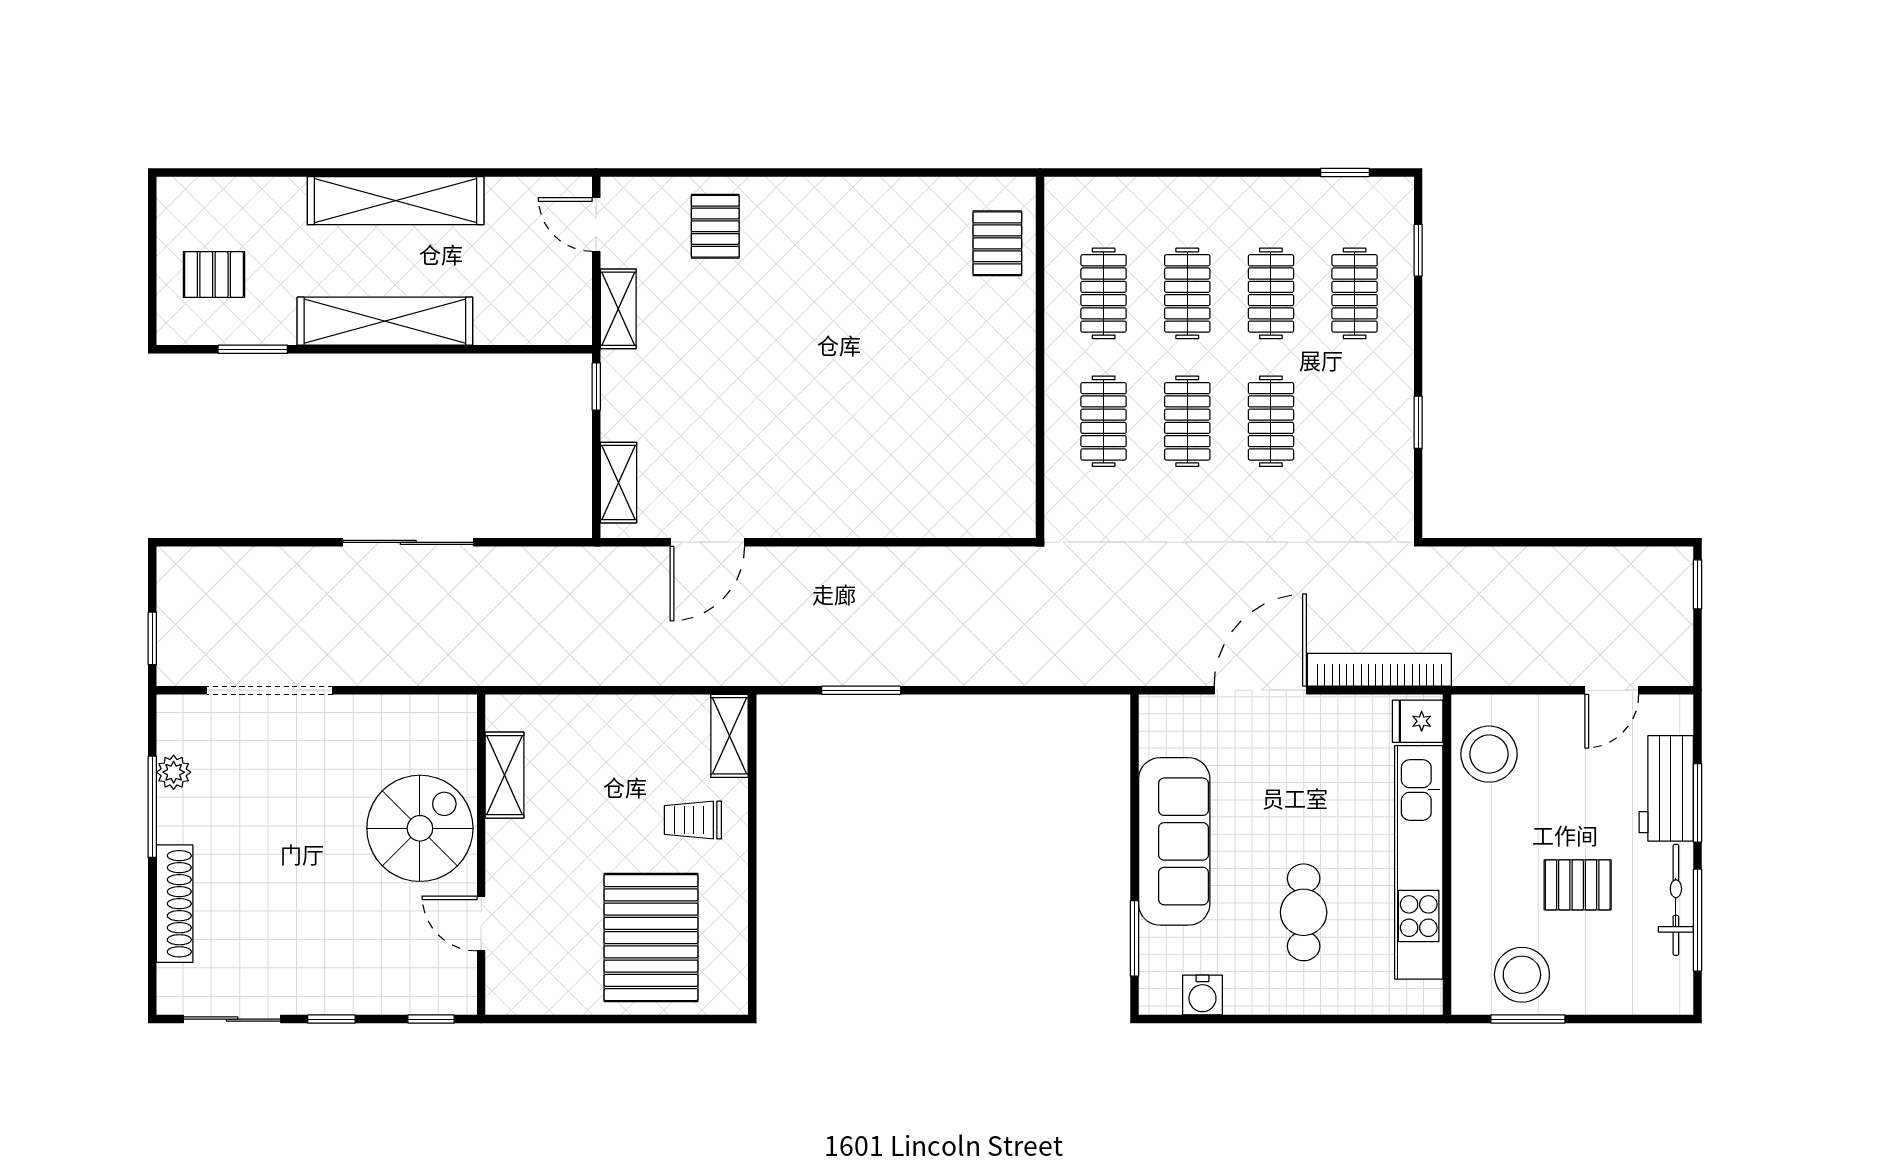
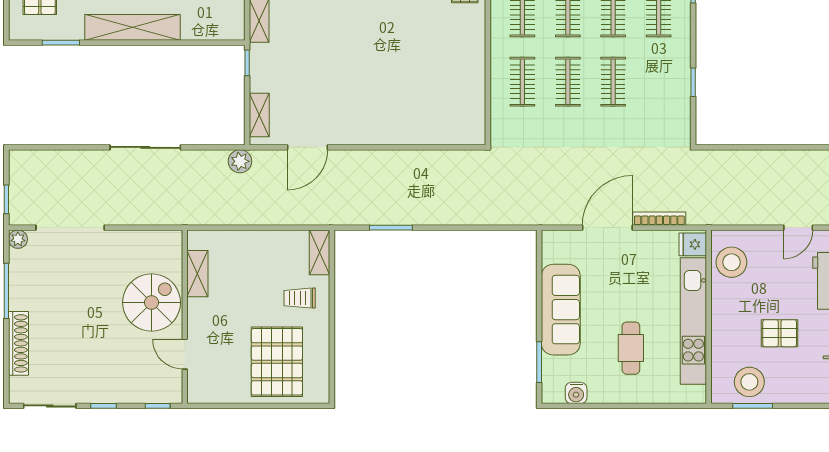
plant: (583, 568) -> (240, 161), added
bookcase: (1379, 670) -> (659, 219), width x0.68, depth x0.76
plant: (174, 772) -> (18, 239), moved

